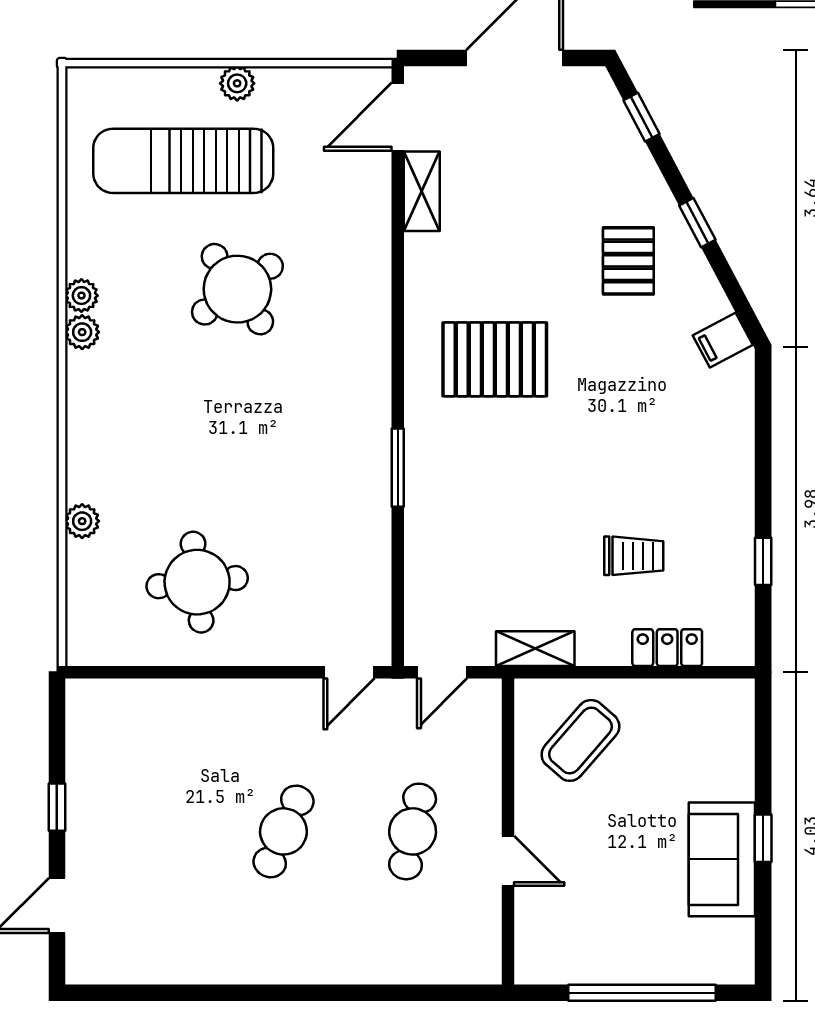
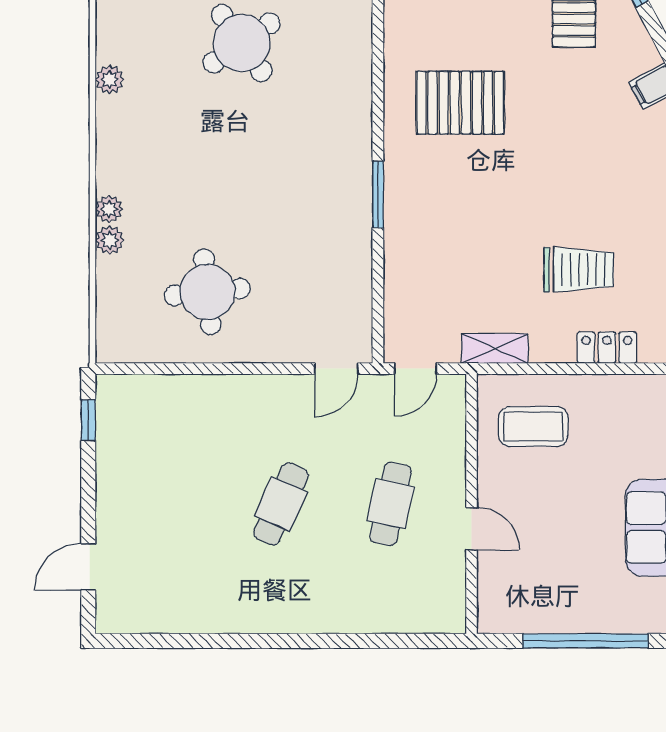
plant: (81, 296) -> (109, 209), moved
trolley: (634, 556) -> (578, 270), width x1.36, depth x1.39
coffee table: (580, 740) -> (533, 427), turned 49
window: (57, 807) -> (88, 420), moved

